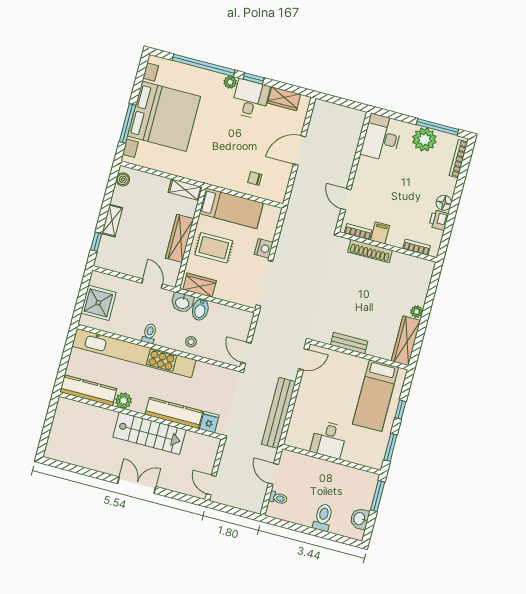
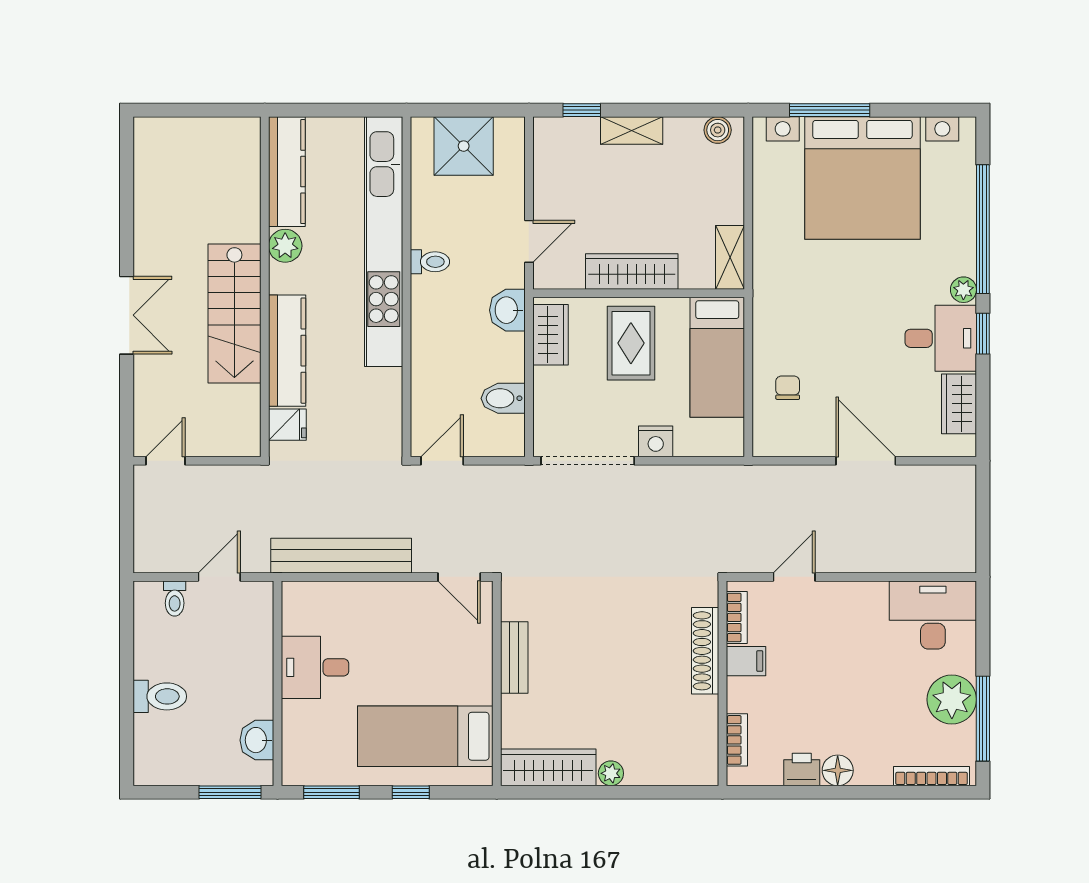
bidet: (200, 309) -> (503, 398), moved
stool: (191, 342) -> (435, 347), removed
washbasin: (360, 519) -> (257, 740), moved, turned -90

